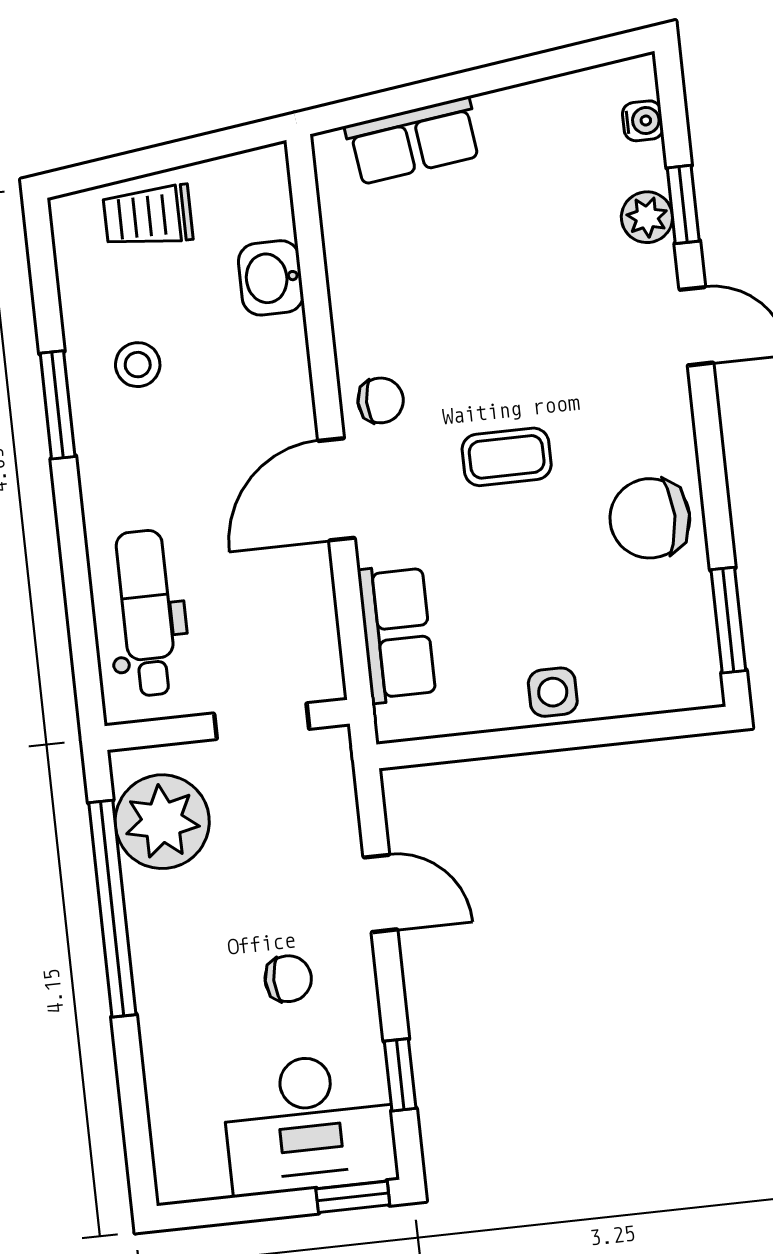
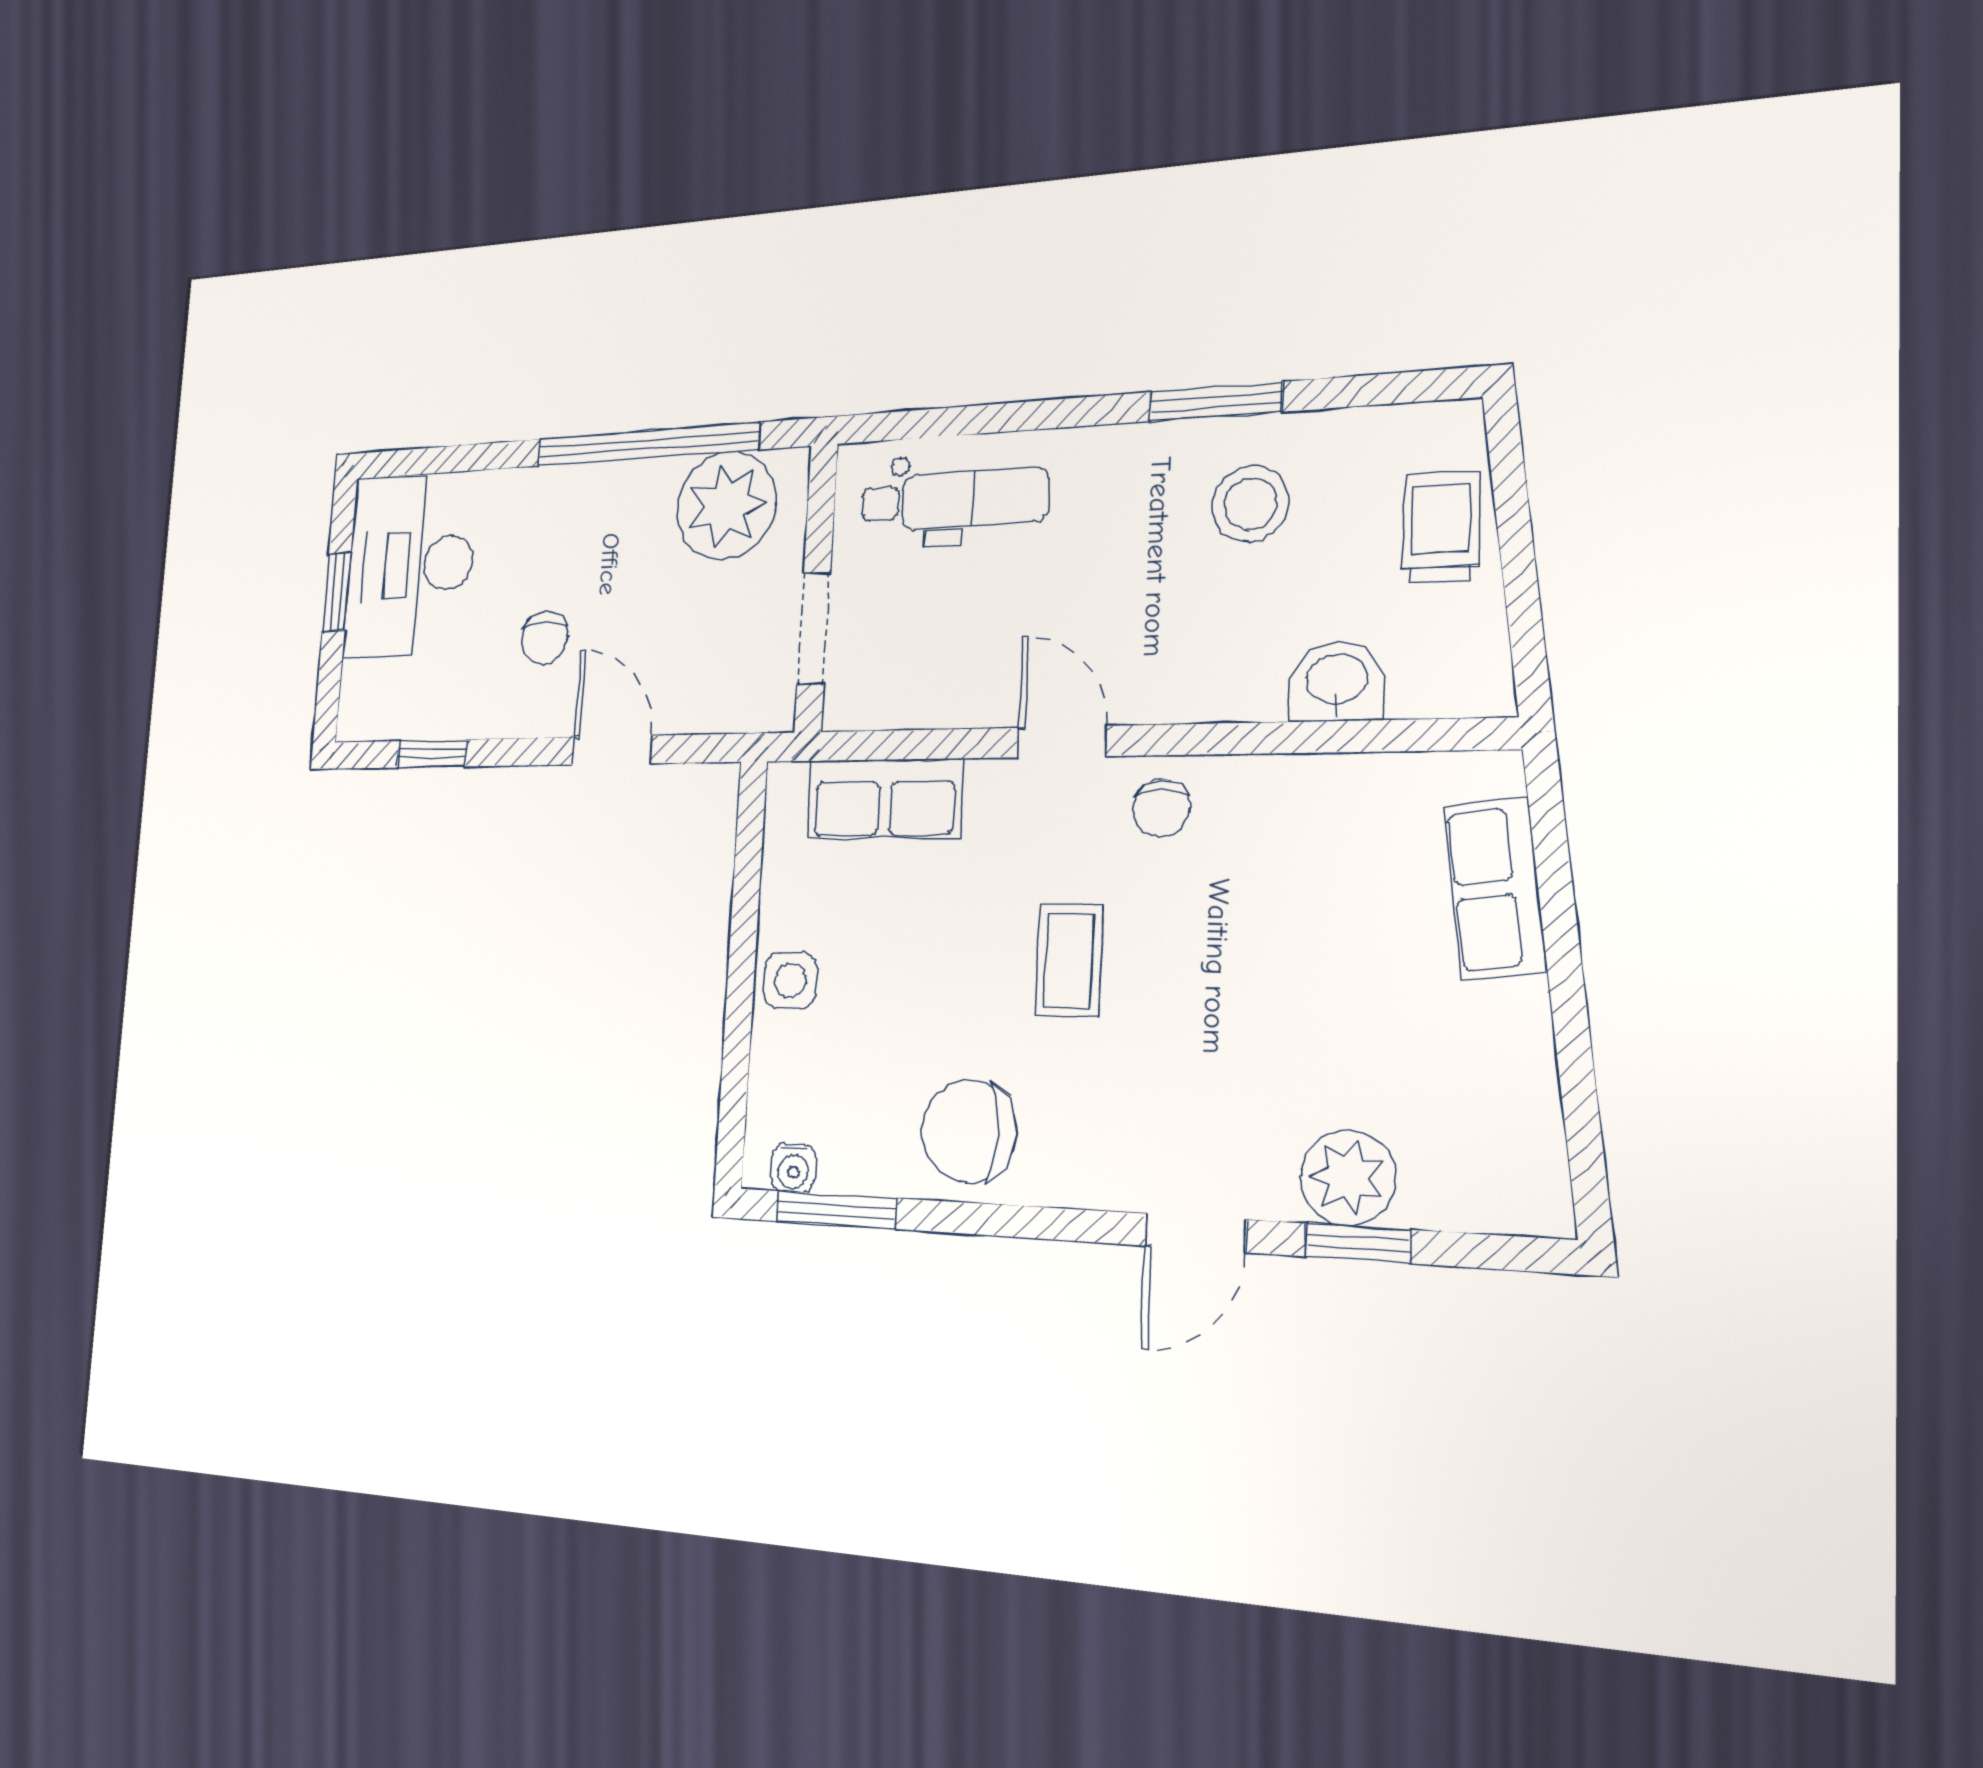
water cooler: (643, 121) -> (793, 1168), moved
plant: (647, 217) -> (1348, 1178), width x1.38, depth x1.38
stool: (138, 365) -> (1251, 504), width x1.37, depth x1.37
door: (337, 489) -> (1062, 742), width x0.73
chair: (650, 518) -> (969, 1132), turned -90
door: (380, 893) -> (612, 750), swing flipped
desk: (309, 1124) -> (410, 565), moved
window: (353, 1197) -> (337, 592), moved

